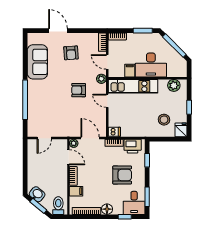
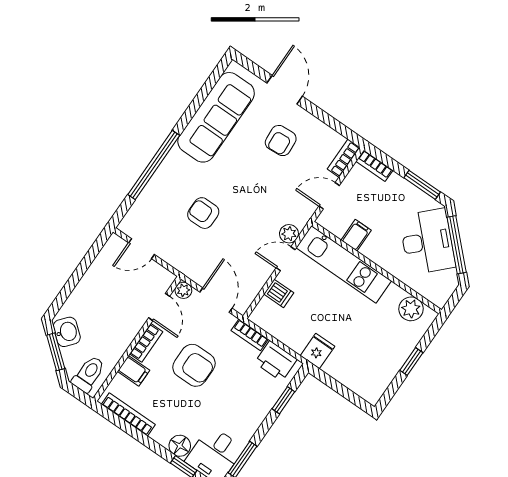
sofa: (37, 62) -> (216, 117), width x1.36
door: (107, 62) -> (329, 196), hinge flipped
desk: (151, 65) -> (427, 241), moved, turned -135
plant: (101, 79) -> (289, 234), moved
armchair: (79, 90) -> (203, 213), moved
door: (107, 101) -> (286, 259), hinge flipped
stool: (164, 120) -> (357, 353), removed
fridge: (181, 130) -> (318, 351), moved
dishwasher: (114, 132) -> (279, 293), moved
armchair: (122, 175) -> (194, 365), moved
floor lamp: (107, 209) -> (180, 446), moved

